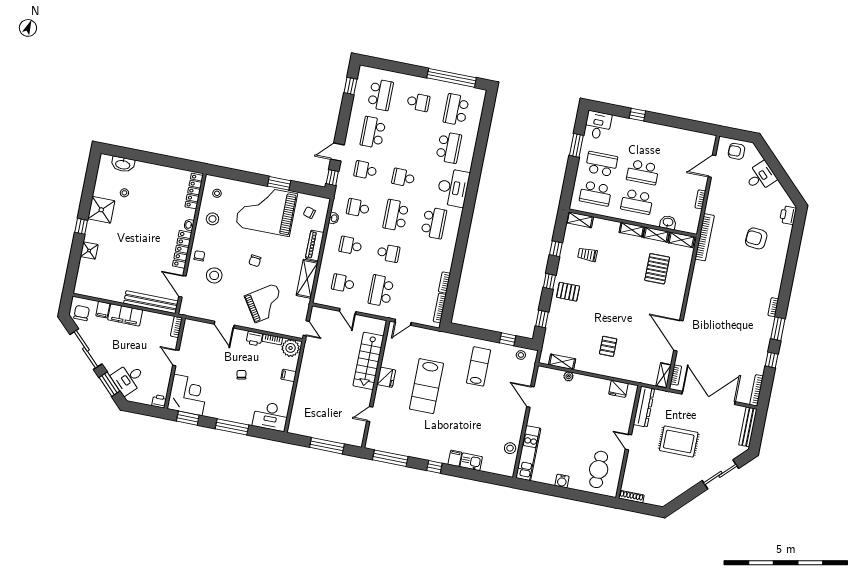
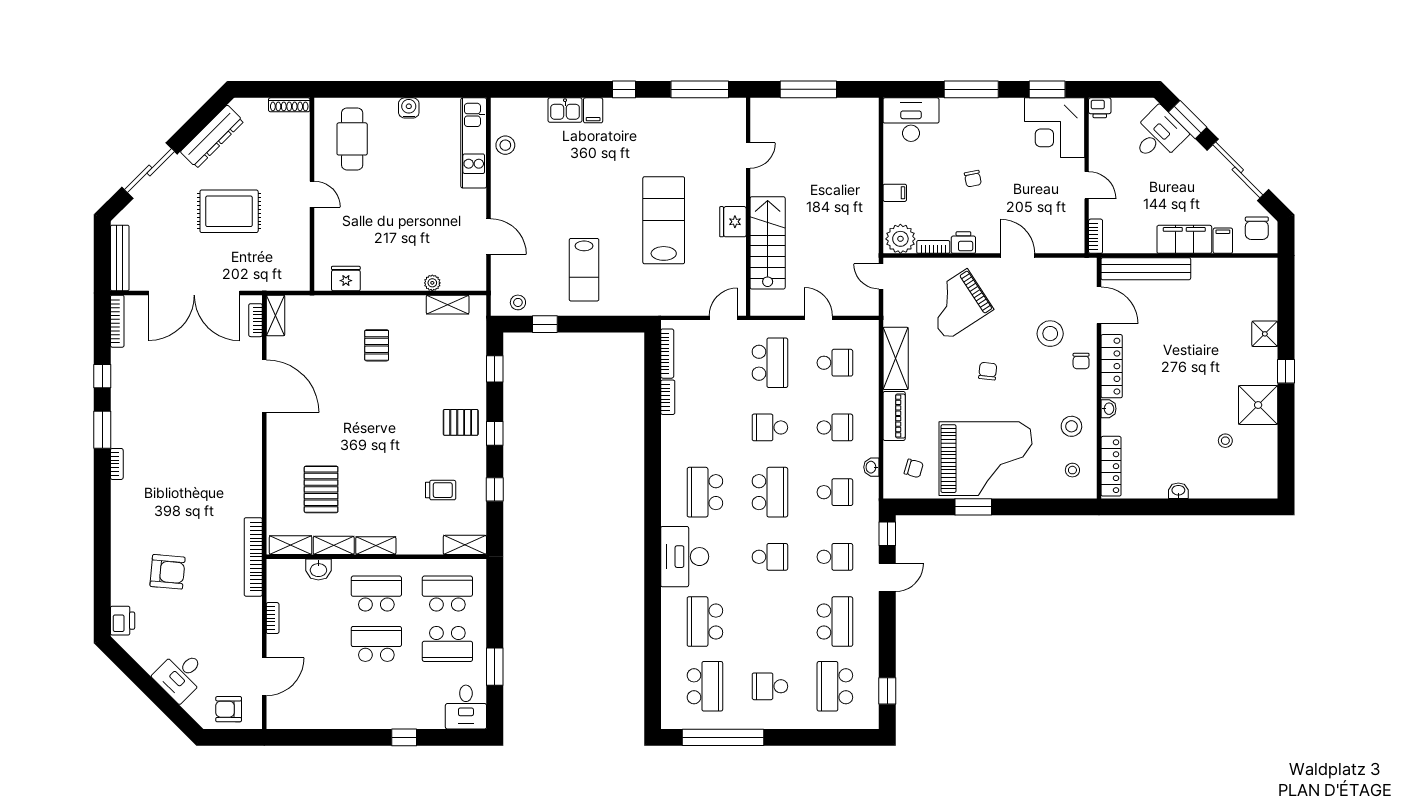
armchair: (736, 151) -> (229, 709), turned 180
washbasin: (123, 164) -> (1178, 491), moved, width x0.52, depth x0.69
dresser: (644, 407) -> (212, 137), moved, turned -135

